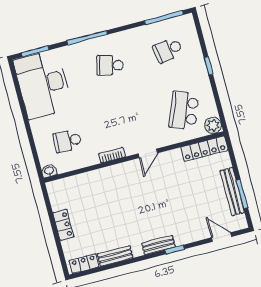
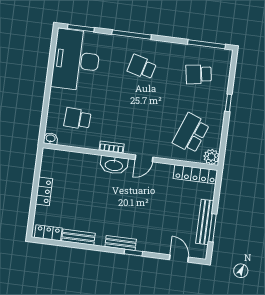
washbasin: (121, 172) -> (114, 165), added

